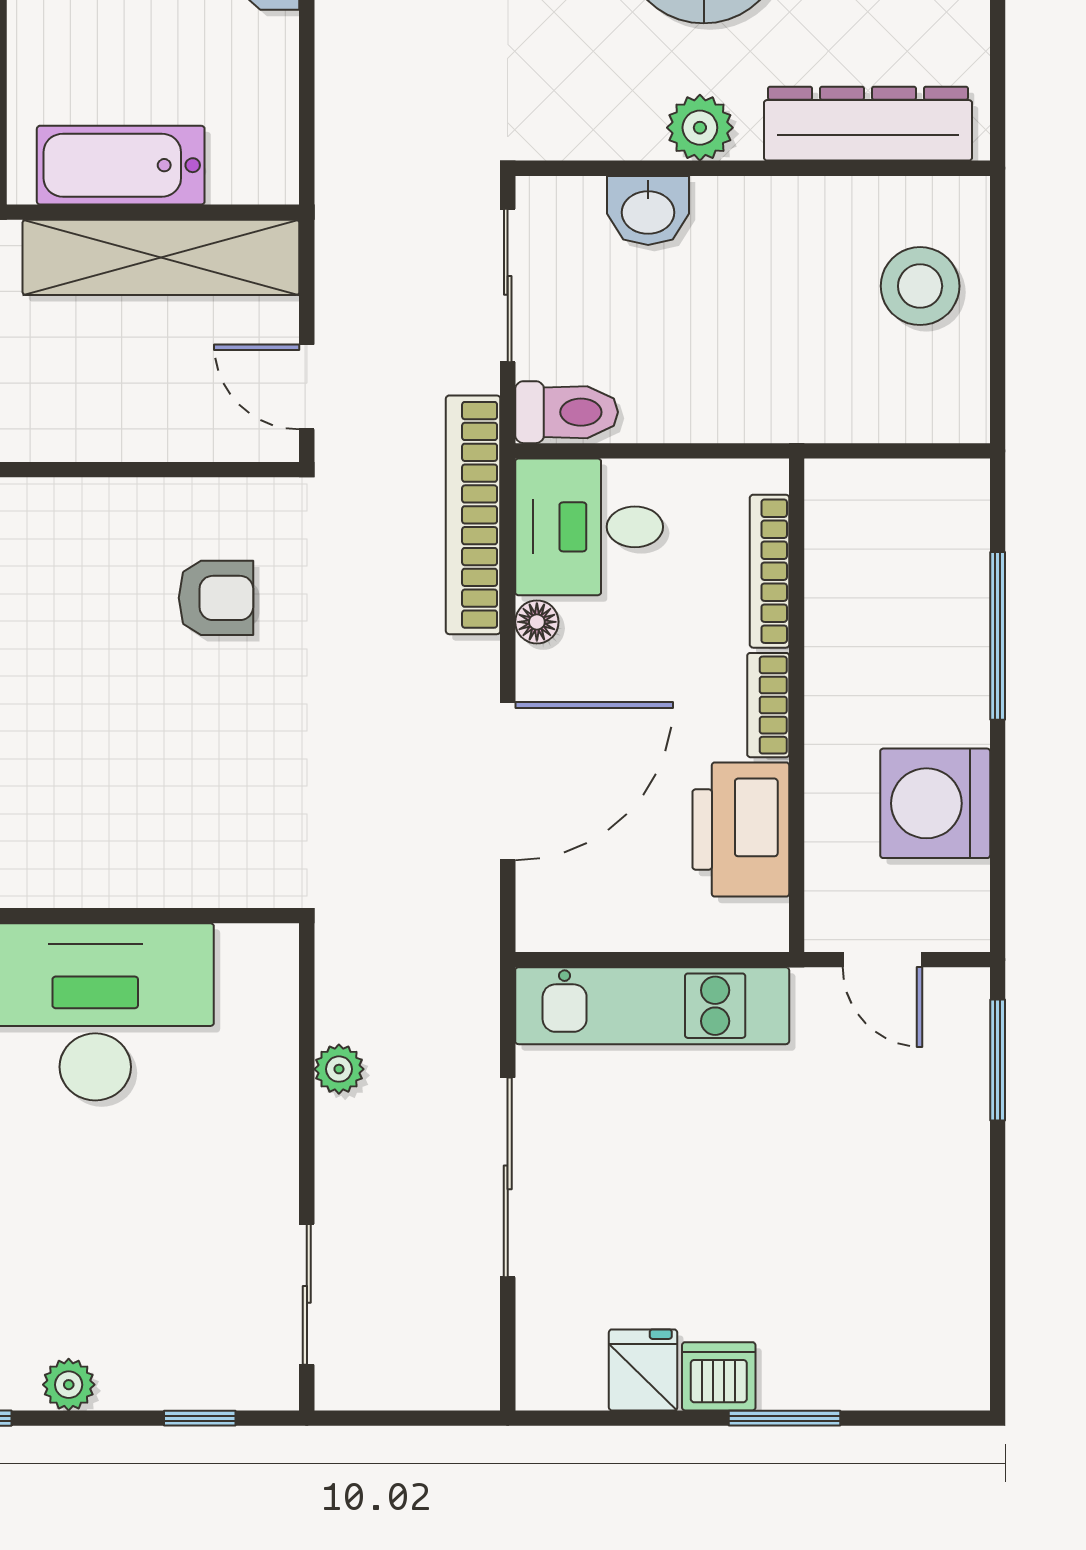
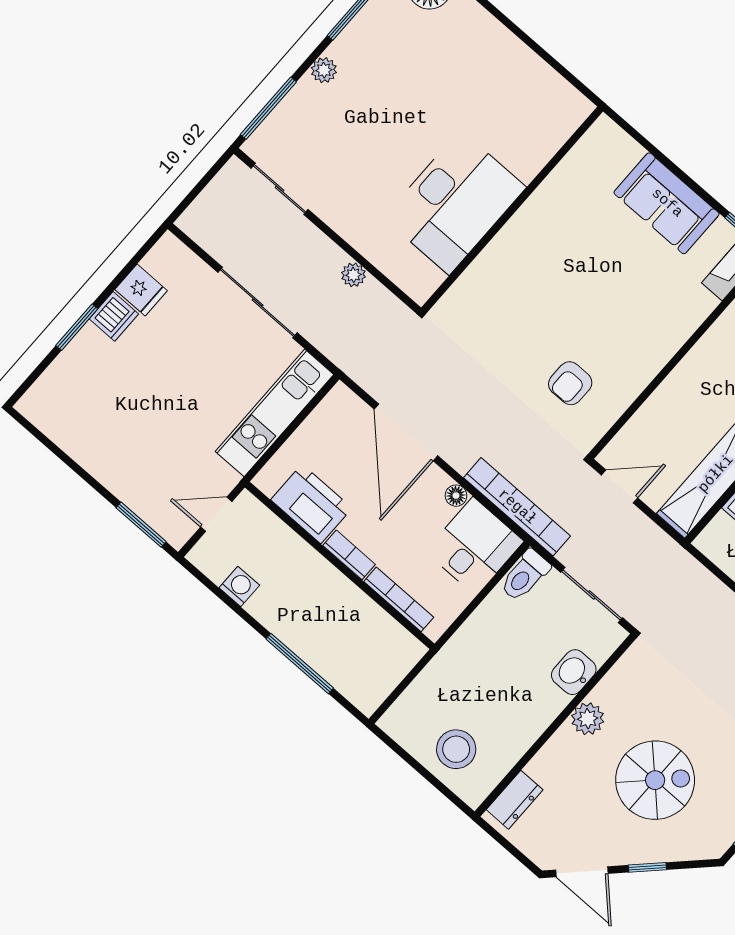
dresser: (868, 124) -> (515, 800), width x0.51, depth x0.80
washing machine: (935, 803) -> (239, 586), width x0.53, depth x0.53
window: (200, 1418) -> (268, 108), width x2.17

